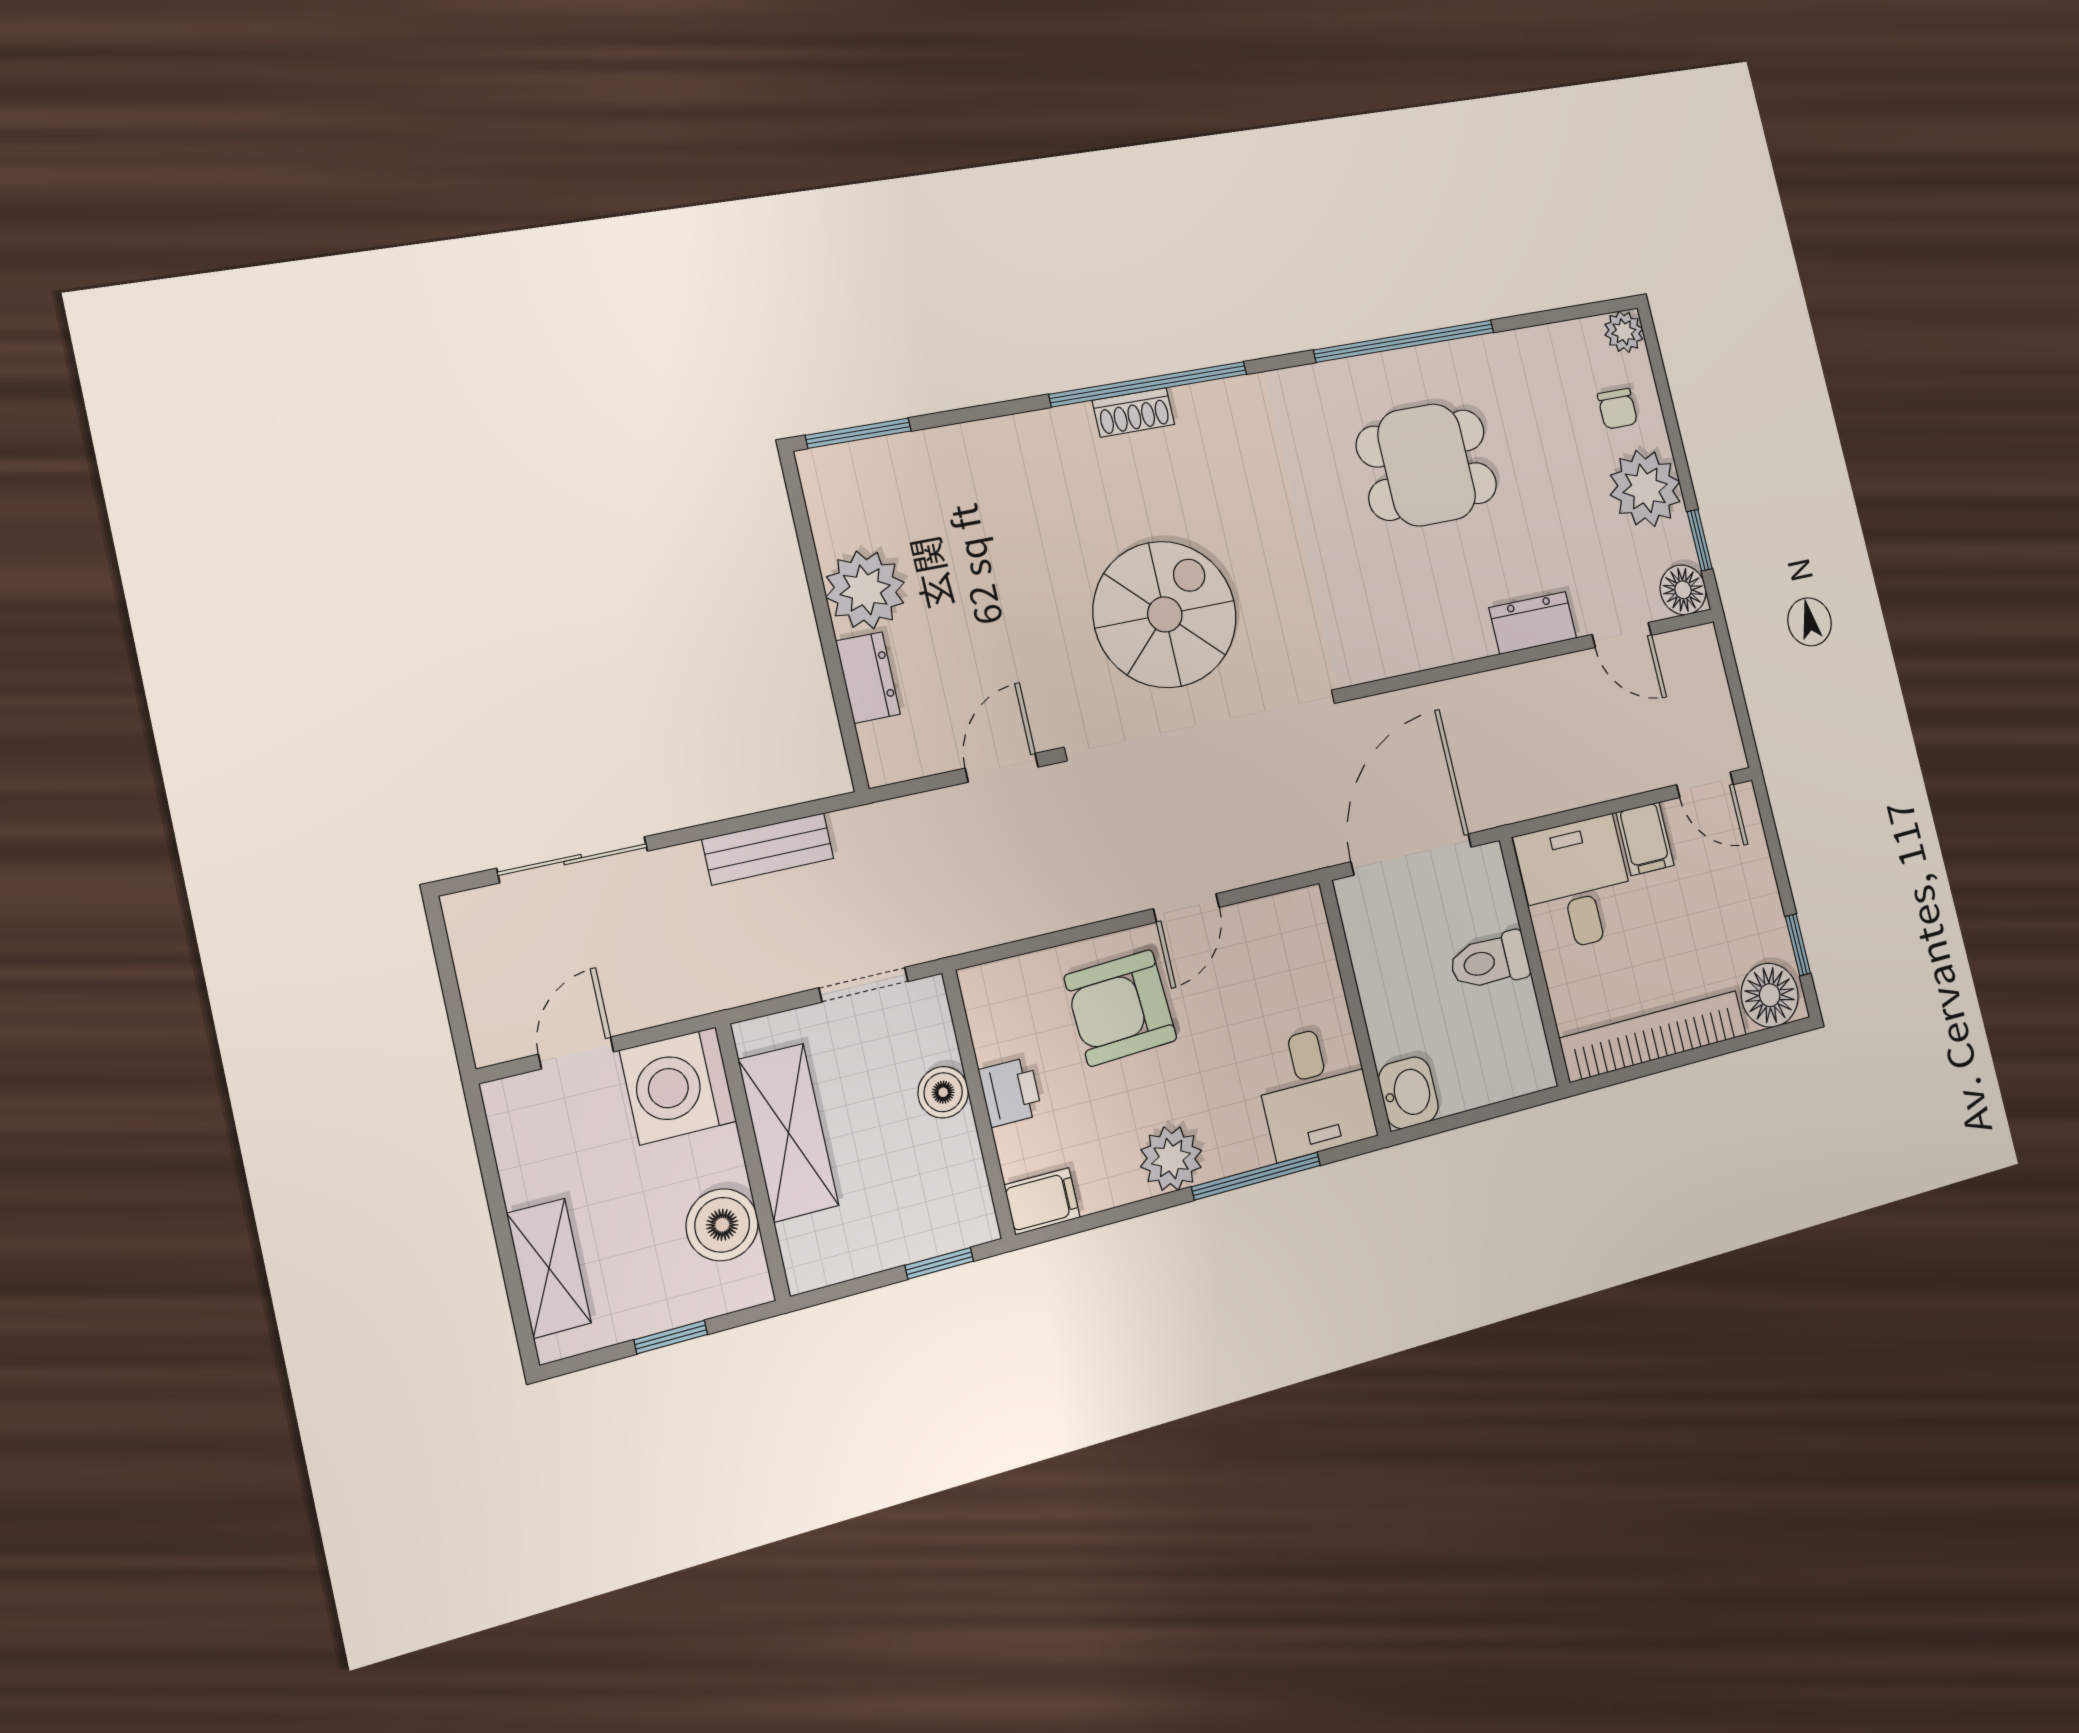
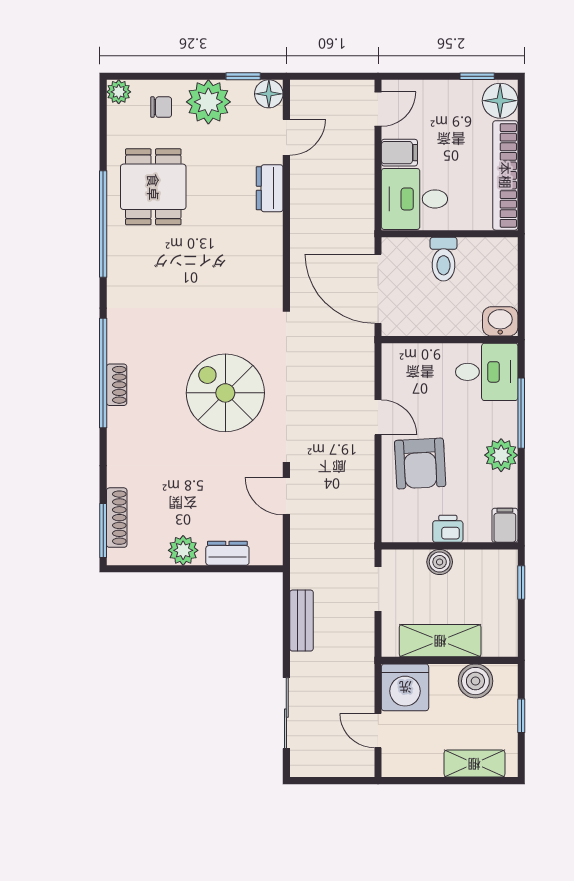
shoe rack: (889, 455) -> (117, 518), added
dining table: (1427, 465) -> (153, 187), moved
plant: (865, 590) -> (183, 550), width x0.73, depth x0.73

